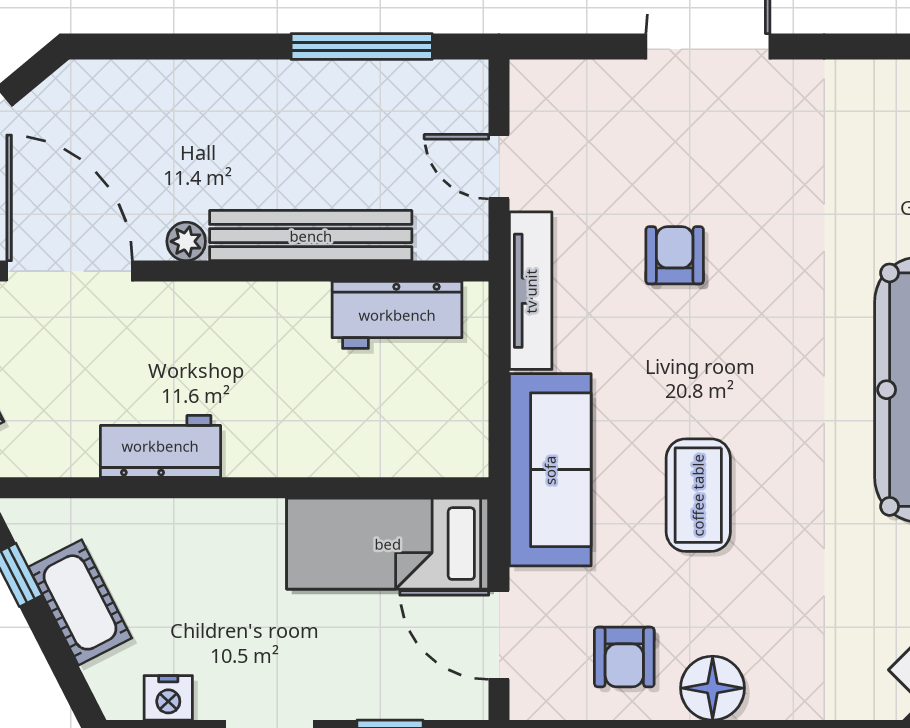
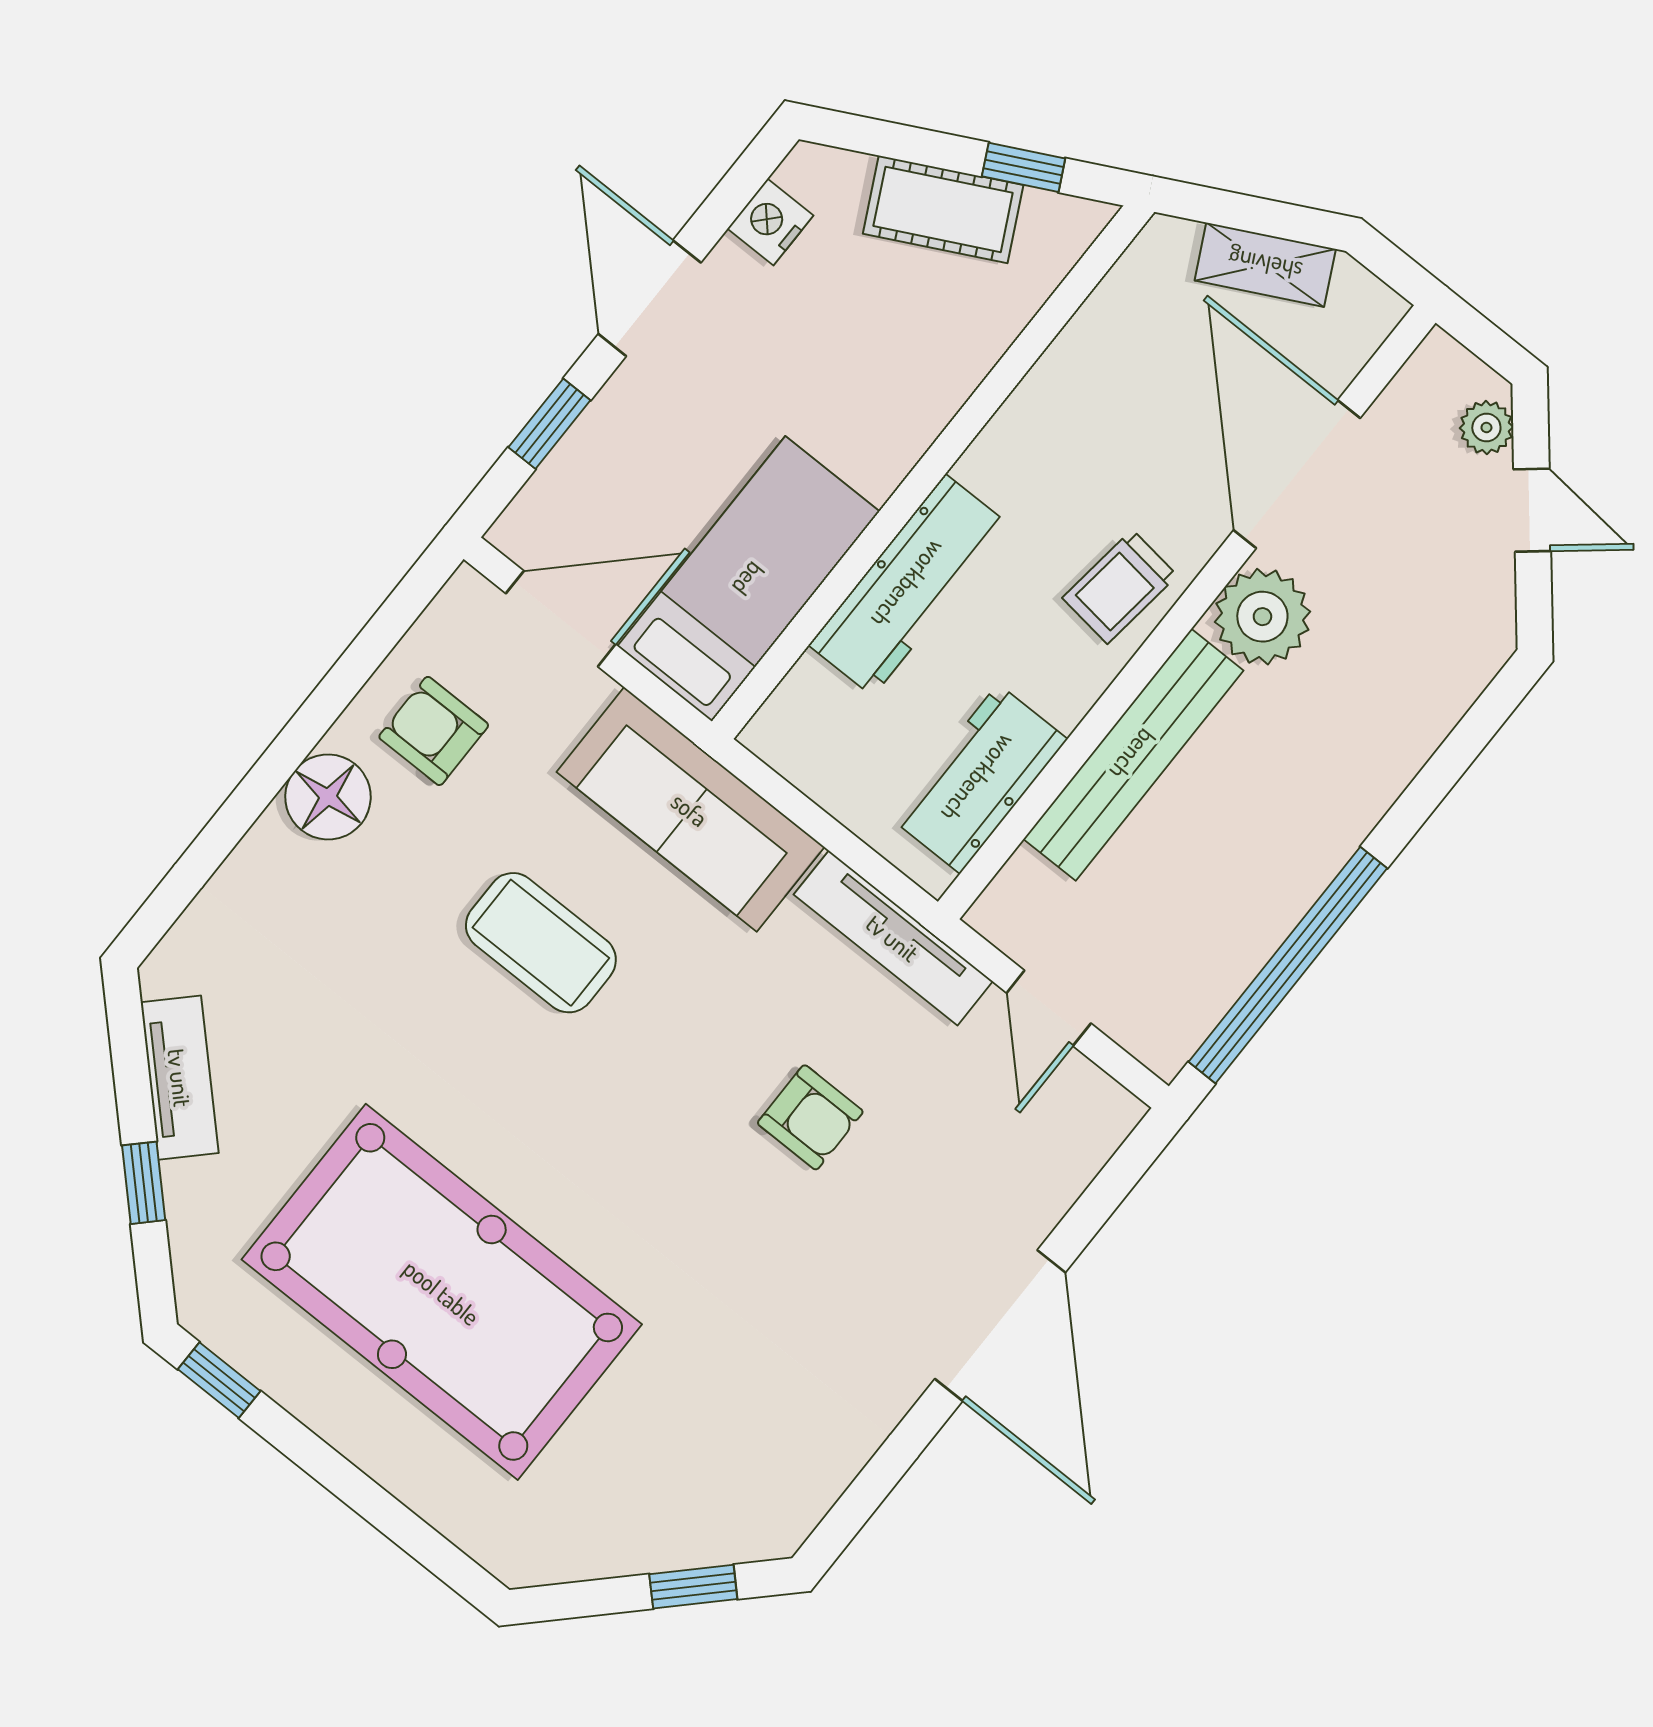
window: (362, 47) -> (1288, 965), width x1.46
door: (499, 167) -> (1049, 1008), swing flipped
plant: (186, 241) -> (1262, 617), width x1.88, depth x1.88
door: (70, 271) -> (1297, 474), swing flipped
trolley: (219, 322) -> (1120, 587), added
workbench: (160, 446) -> (909, 585), moved, width x1.38

